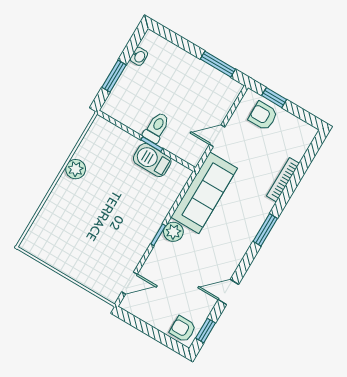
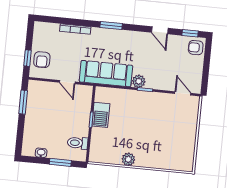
toilet: (156, 128) -> (78, 143), moved
armchair: (183, 329) -> (196, 48), turned 90

